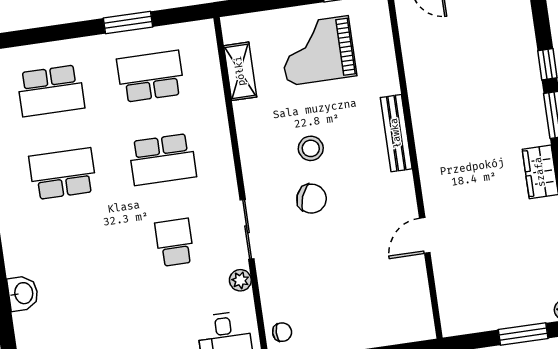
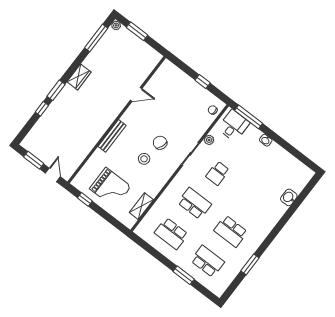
window: (128, 22) -> (184, 275), moved
washbasin: (23, 293) -> (289, 197), moved

